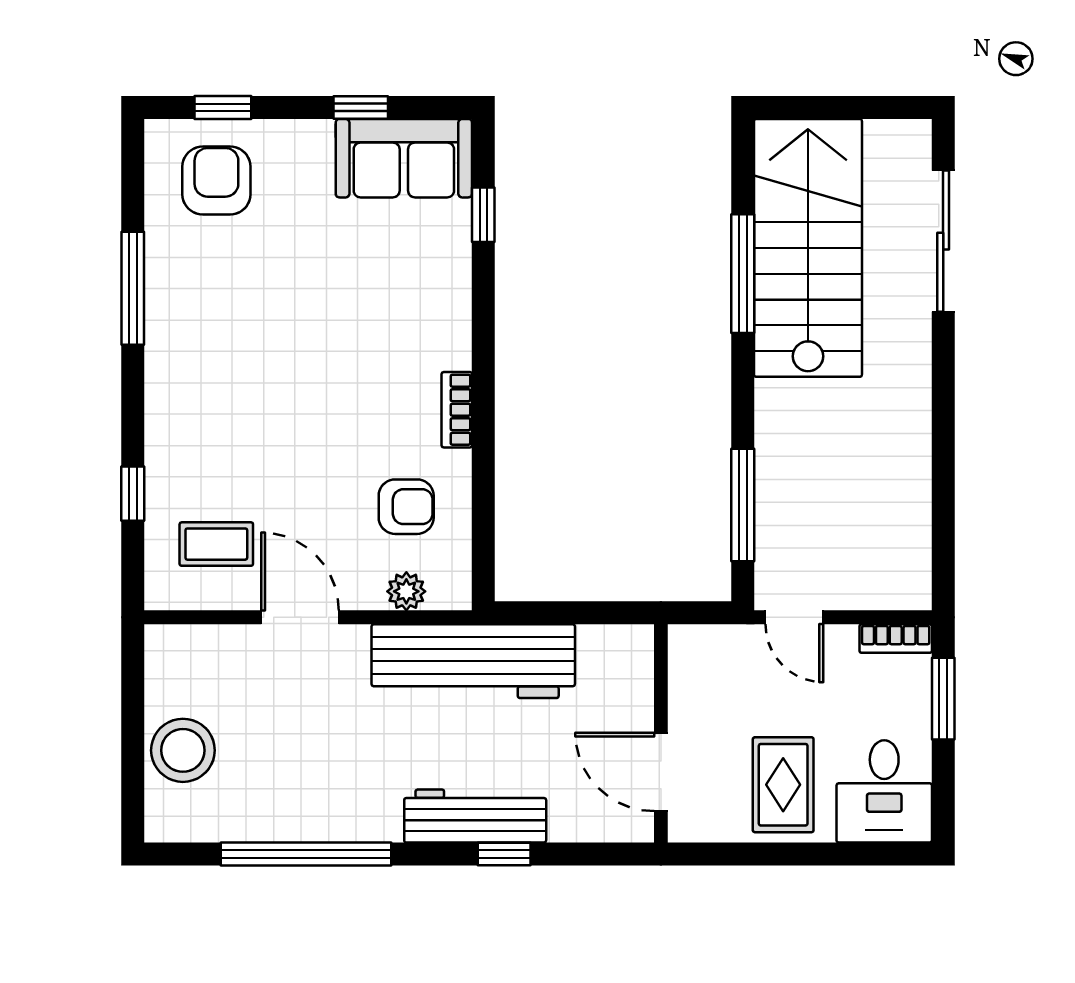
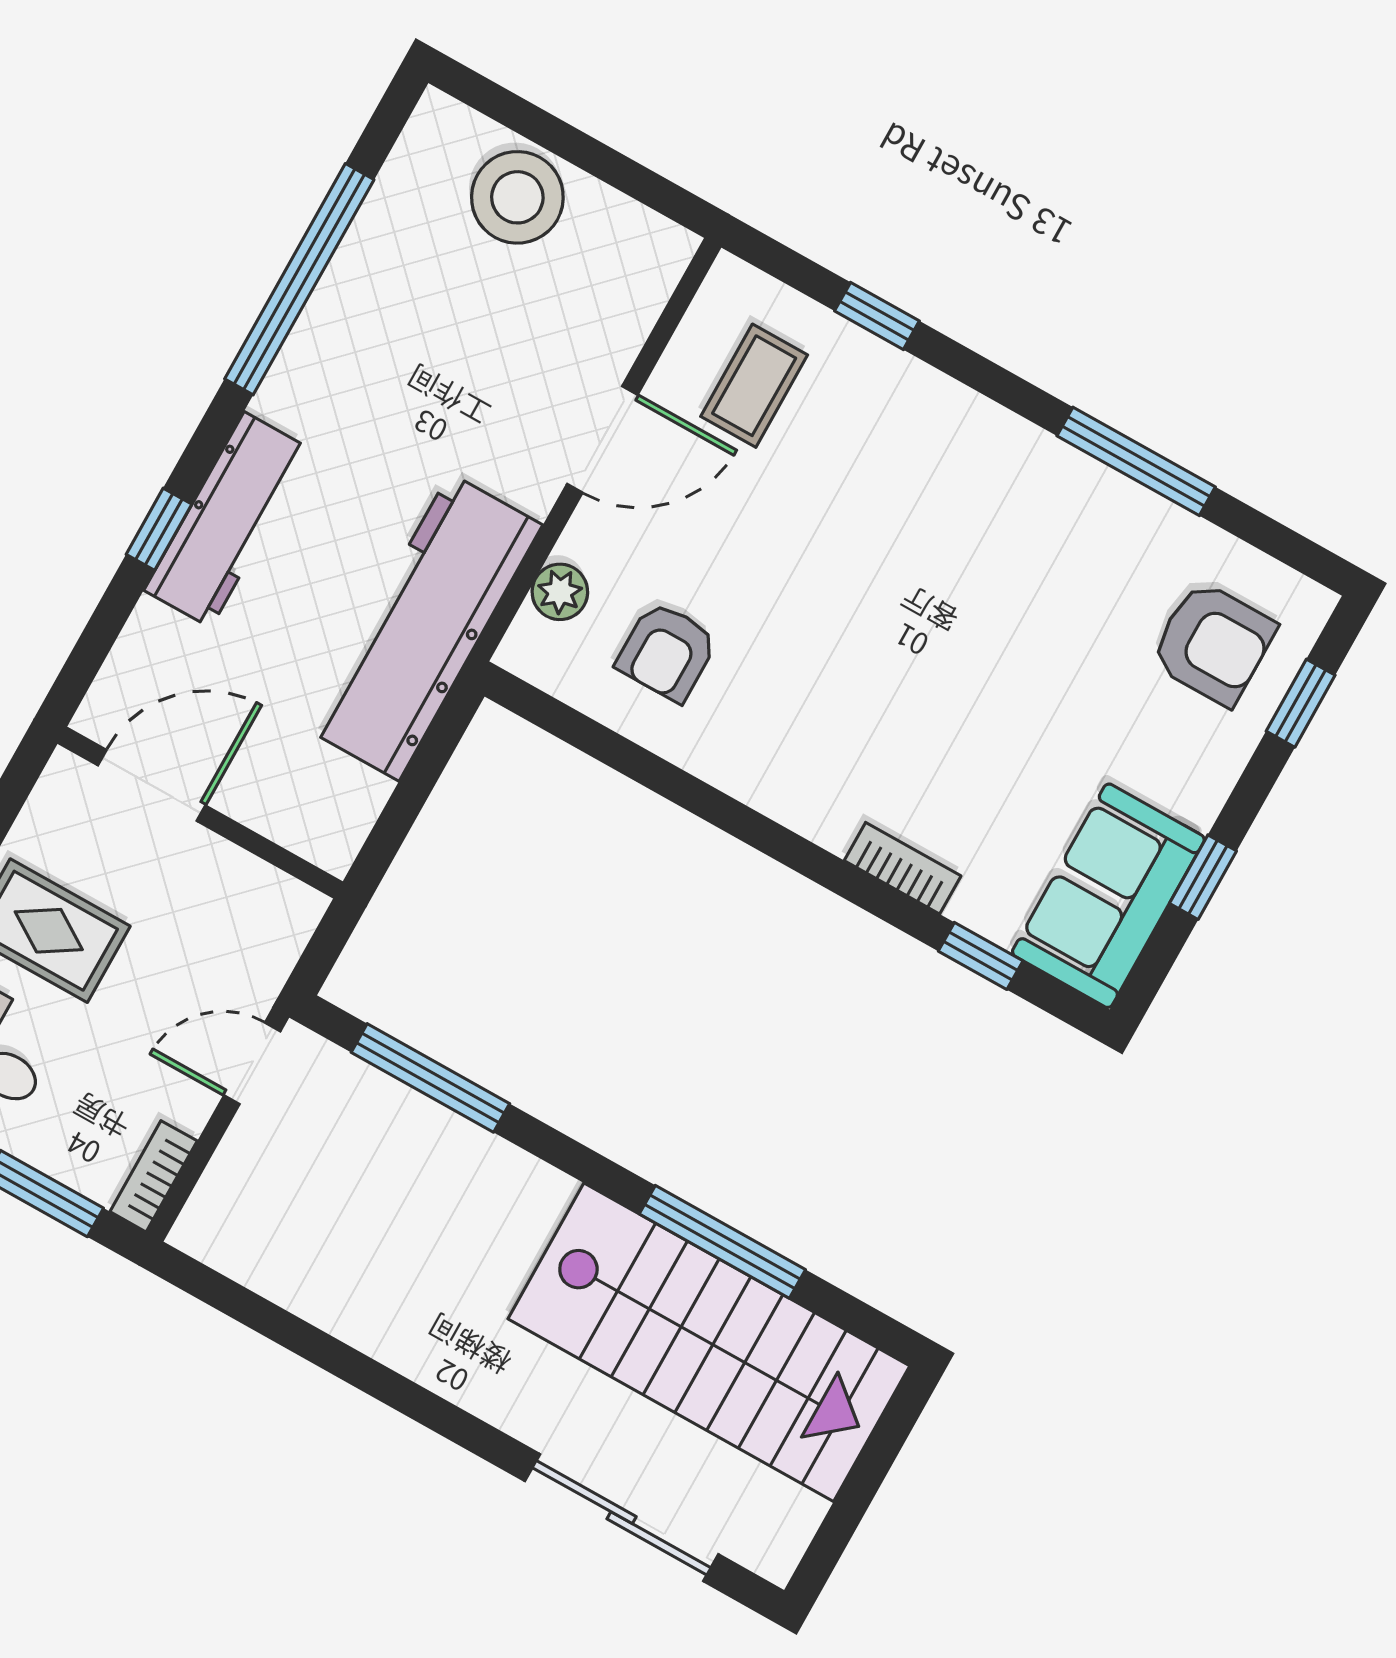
bookcase: (457, 410) -> (903, 868), moved

